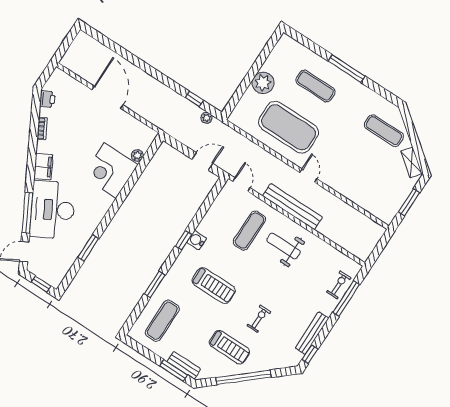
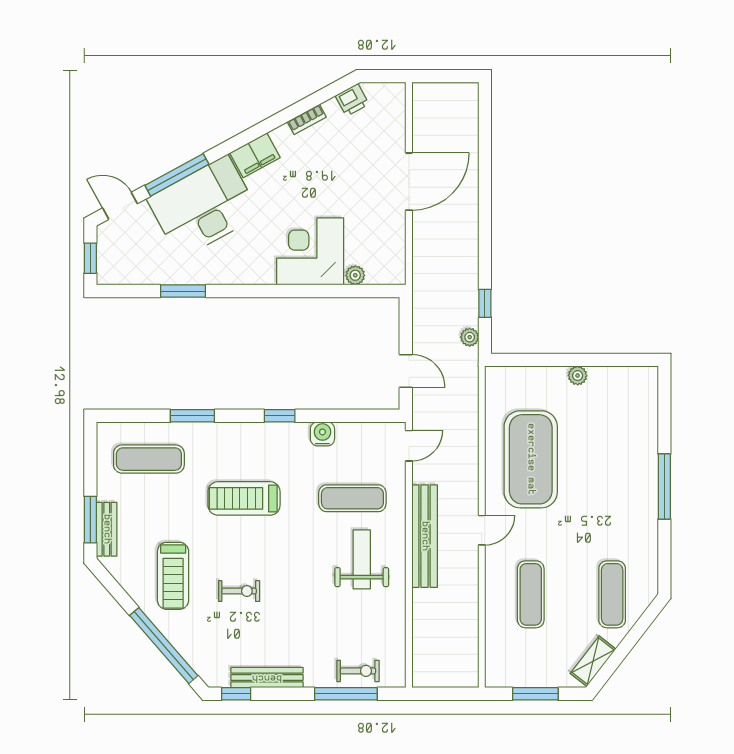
plant: (263, 83) -> (578, 376), width x0.53, depth x0.53
exercise mat: (315, 86) -> (531, 594), moved
water cooler: (197, 240) -> (322, 434), moved
treadmill: (214, 286) -> (244, 498), turned 90
window: (243, 377) -> (164, 646), moved

